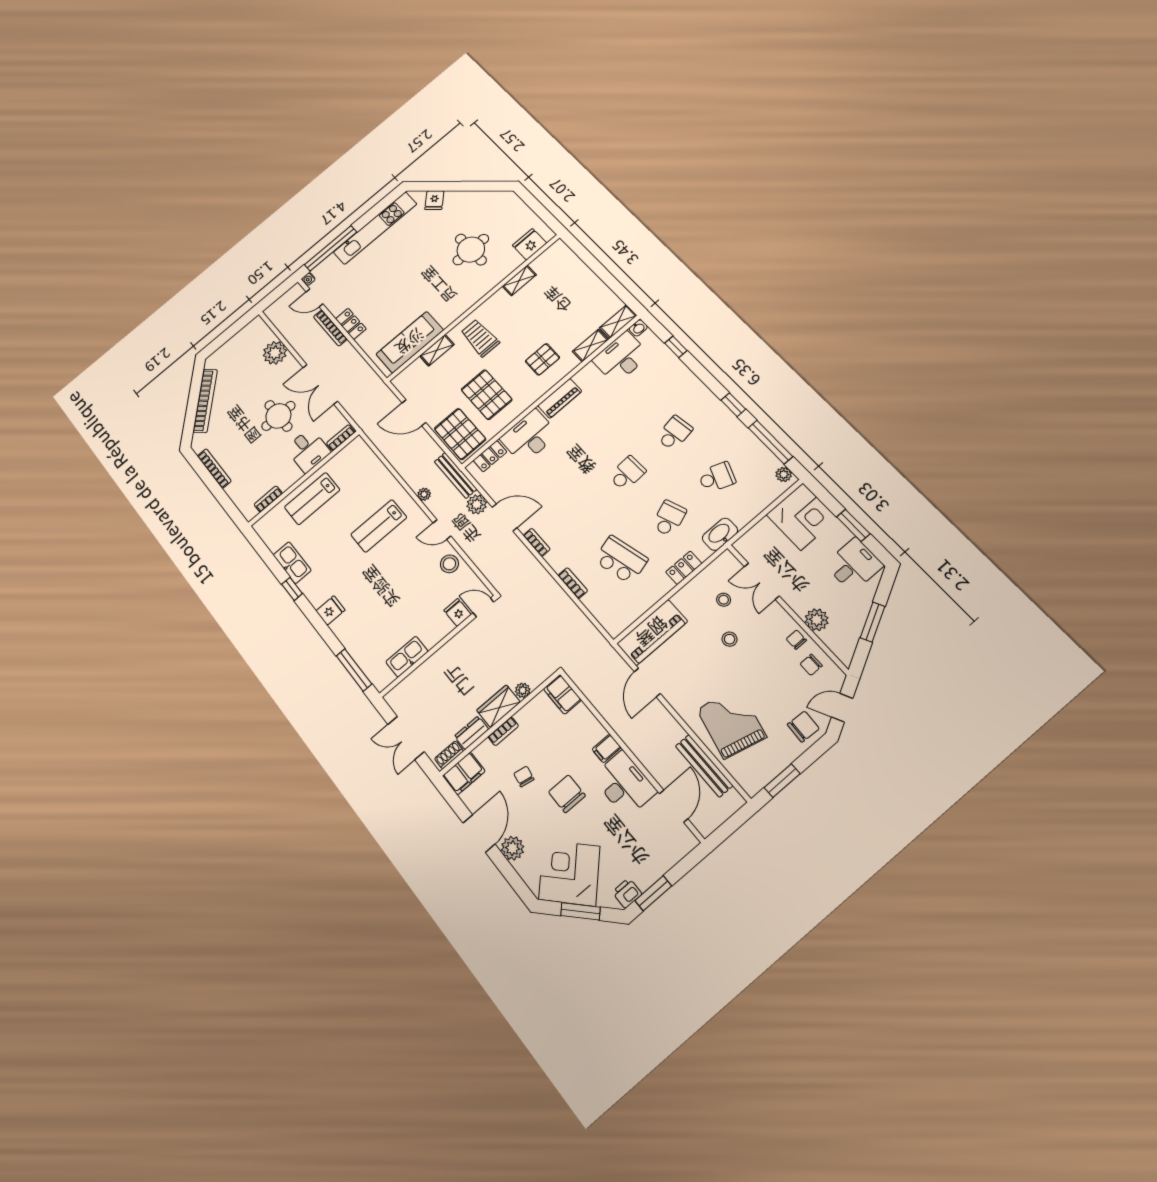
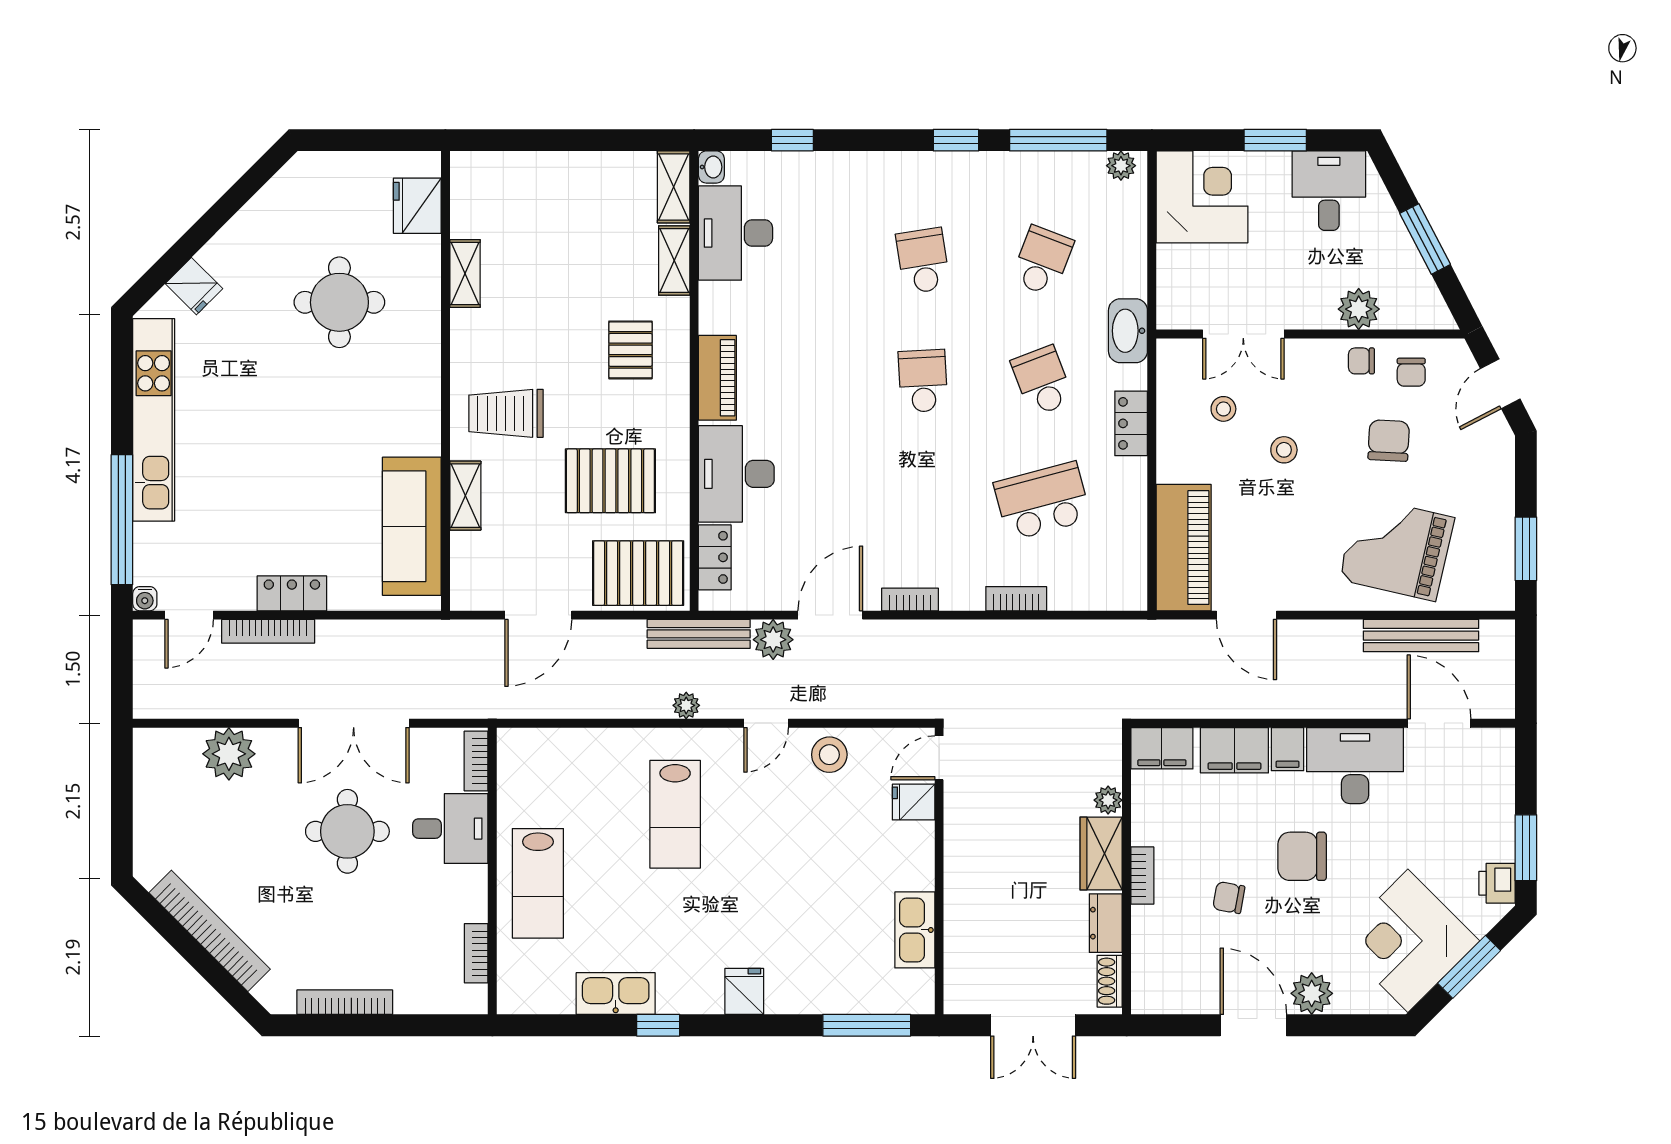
chair: (803, 727) -> (1389, 441), moved
filing cabinet: (464, 773) -> (1234, 750), moved, turned 90

